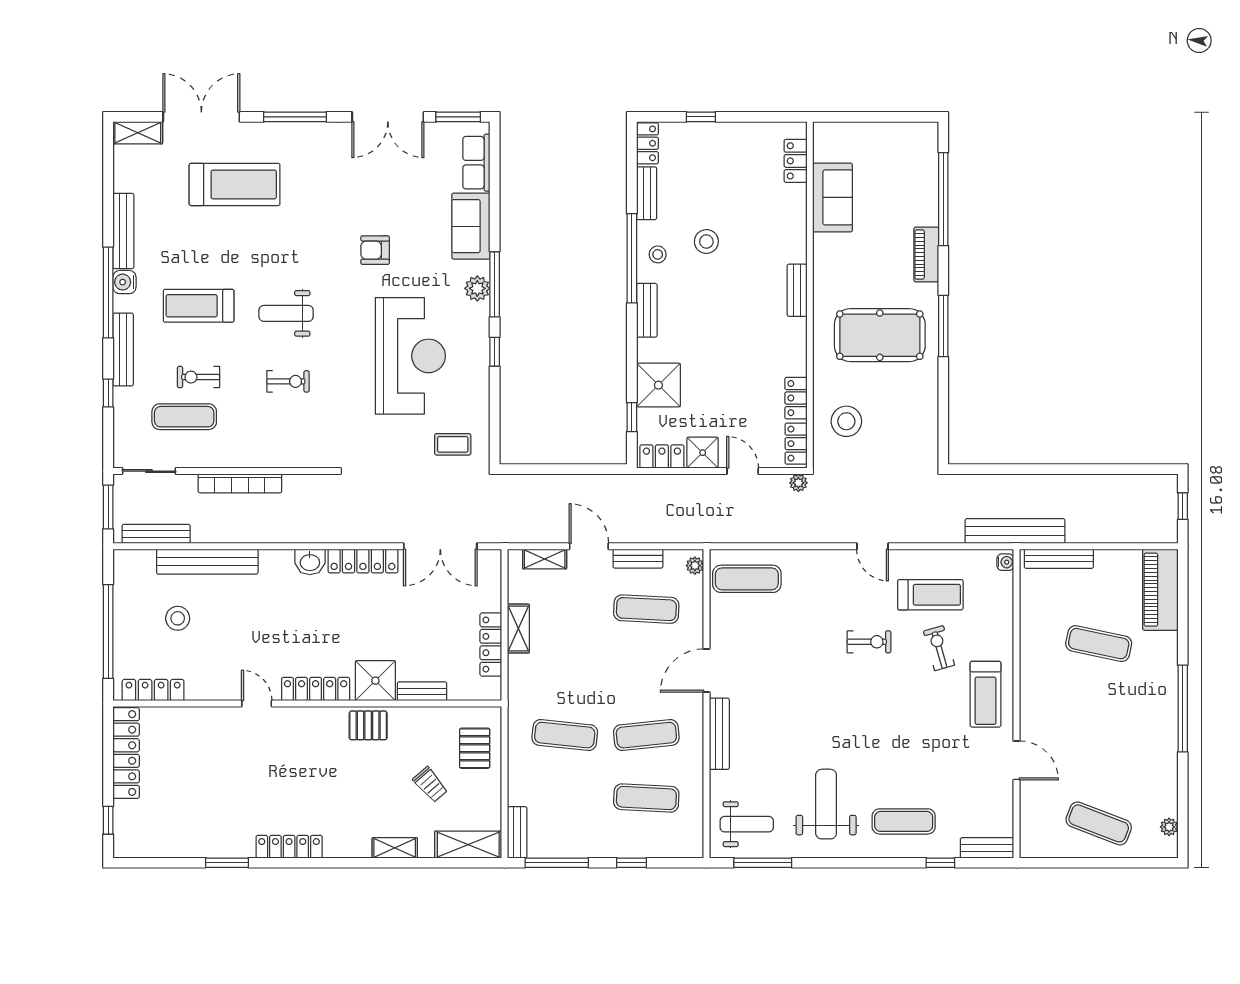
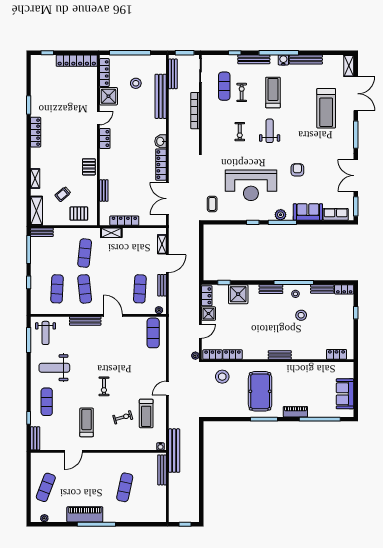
sofa: (833, 197) -> (345, 394), moved, turned 90
piano: (1160, 590) -> (85, 514), moved
shelving: (518, 629) -> (111, 233), moved
exercise bike: (869, 642) -> (104, 386), moved
shower: (375, 681) -> (108, 96), moved
locker: (316, 689) -> (105, 138), width x0.66
treadmill: (986, 694) -> (87, 422), moved, turned 90
weight bench: (826, 804) -> (54, 368), turned 180

